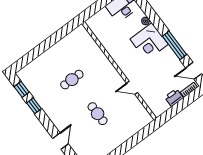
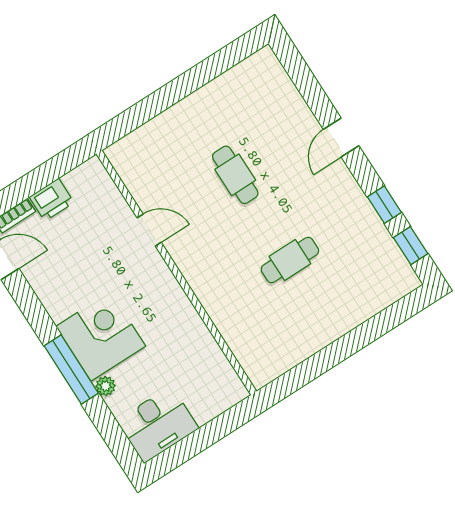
window: (174, 45) -> (71, 370), moved
door: (60, 141) -> (341, 137), moved

